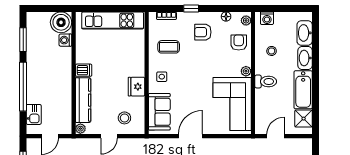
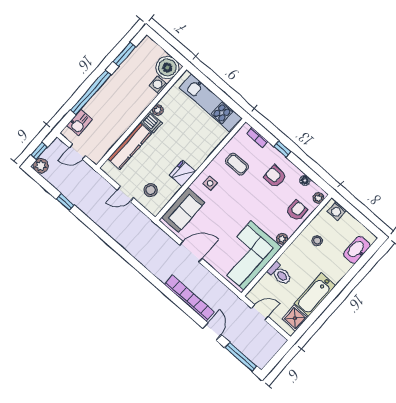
washbasin: (305, 58) -> (339, 270), removed
toilet: (266, 81) -> (280, 274), moved
plant: (80, 129) -> (158, 110), moved

